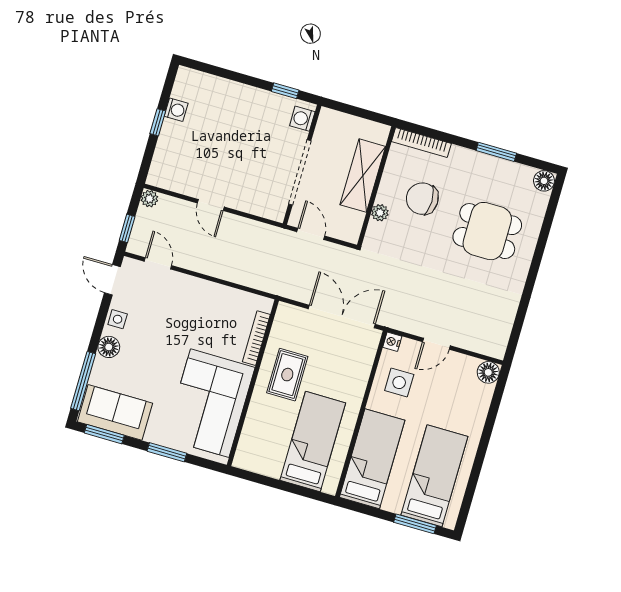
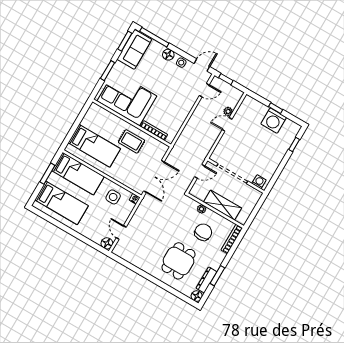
window: (285, 91) -> (294, 145), moved
washing machine: (176, 110) -> (274, 121), width x1.89, depth x1.89
dresser: (509, 170) -> (207, 280), added
plant: (149, 199) -> (228, 111), moved
door: (436, 344) -> (121, 232), moved
window: (415, 524) -> (47, 174), moved

